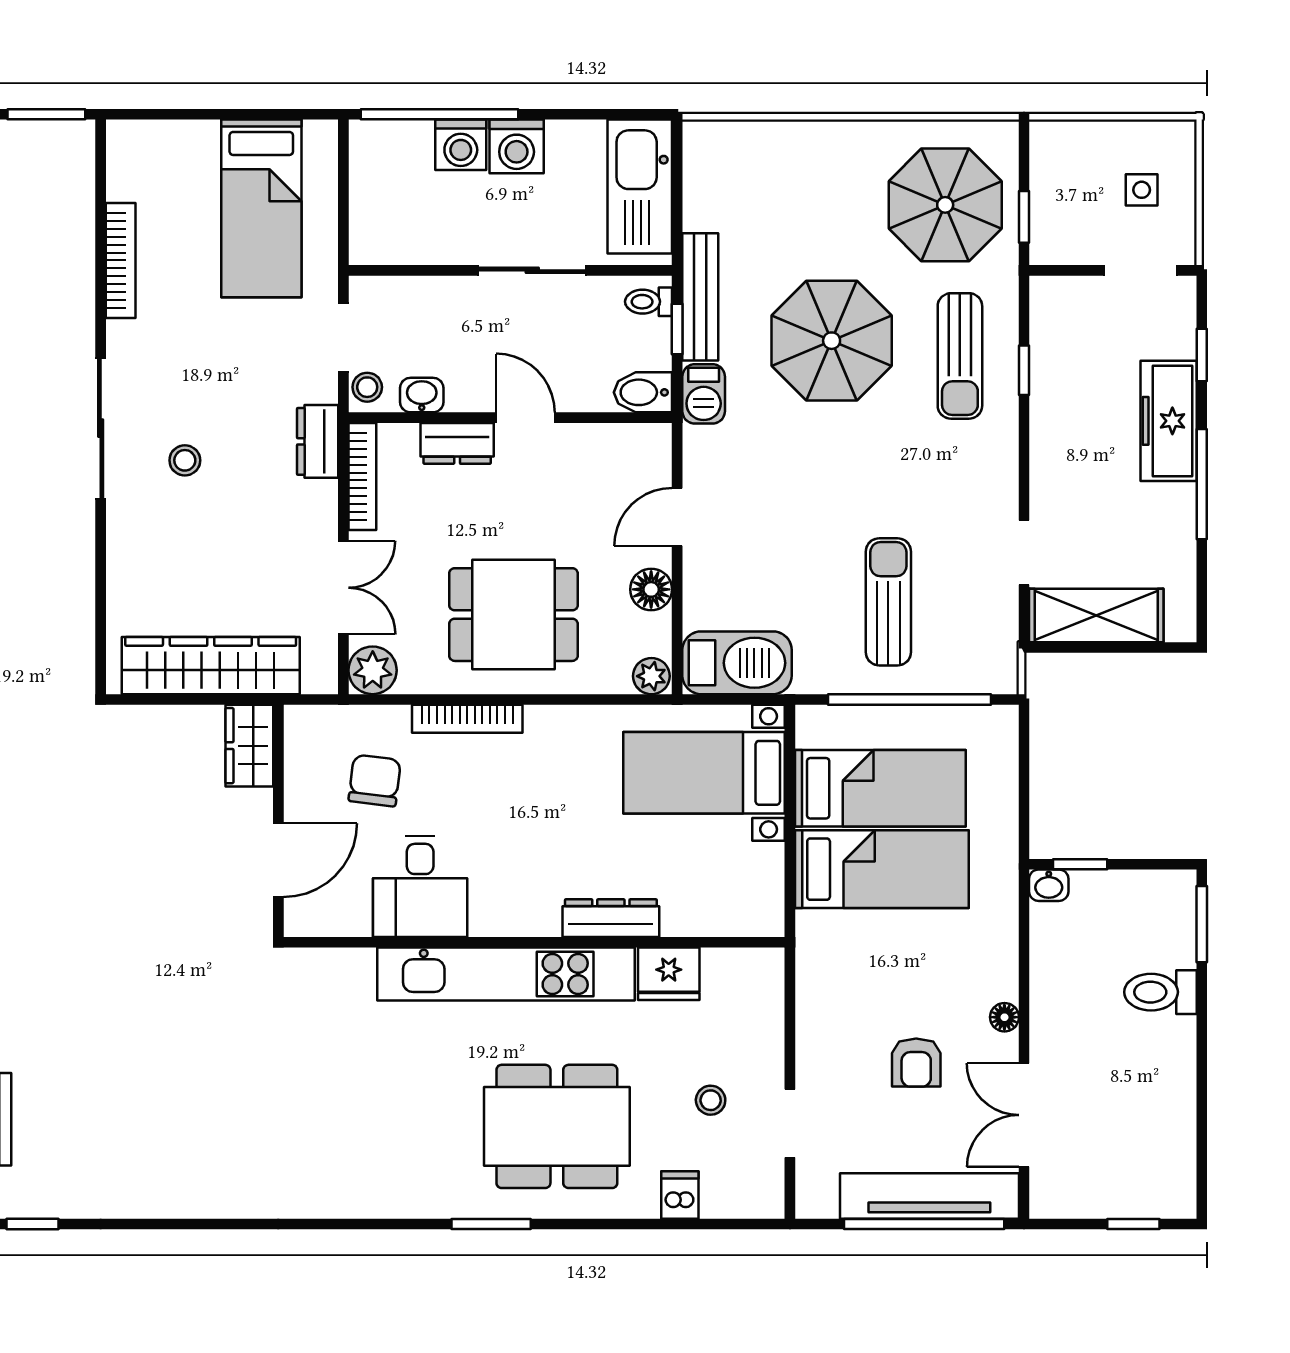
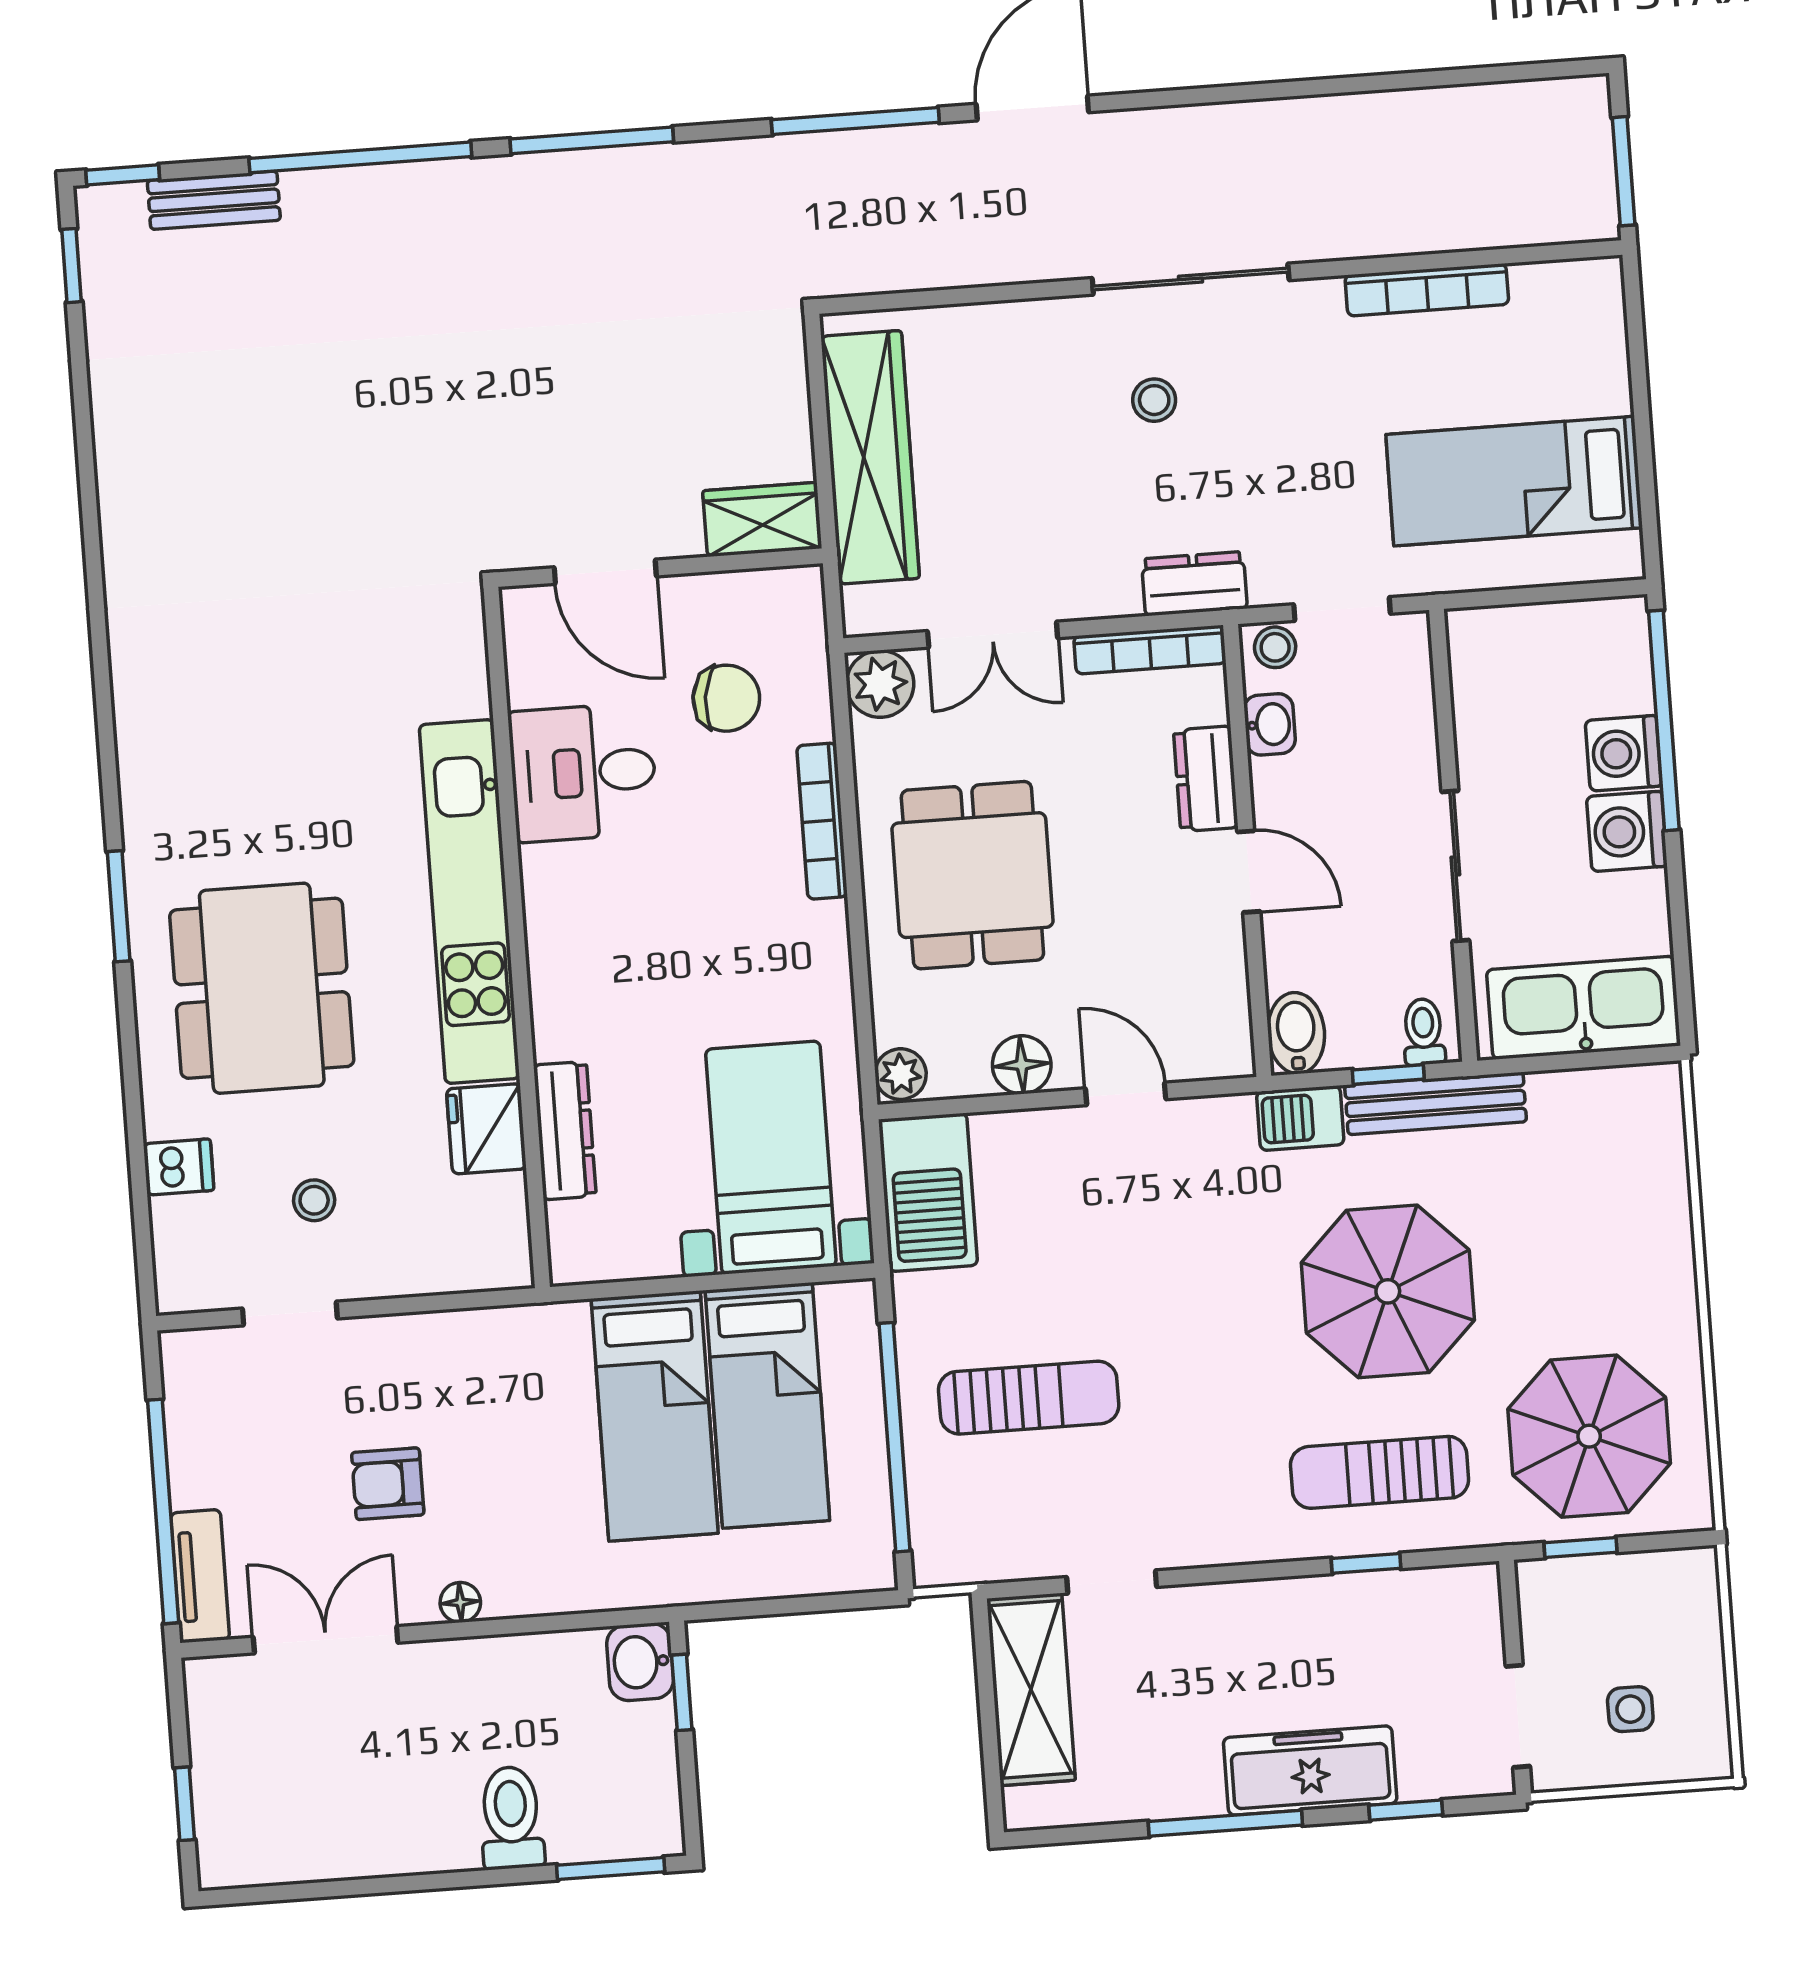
door: (525, 418) -> (1249, 872), hinge flipped
washbasin: (1049, 885) -> (640, 1662), width x1.38, depth x1.45
dresser: (611, 918) -> (565, 1131), moved
tv unit: (929, 1196) -> (200, 1576), width x0.52, depth x0.78

